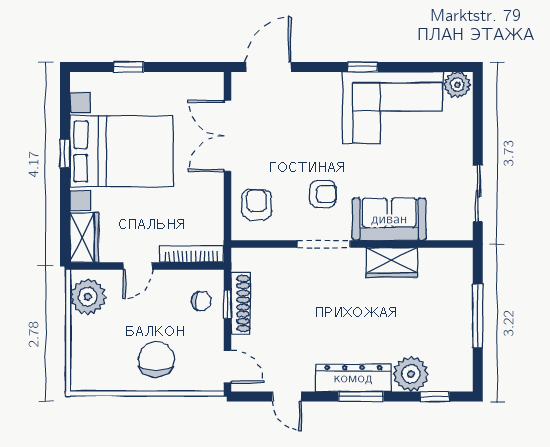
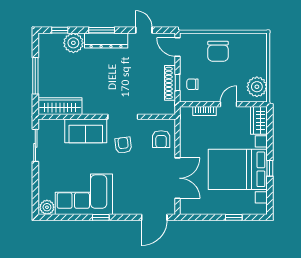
armchair: (323, 194) -> (123, 145), turned 83
bookcase: (191, 254) -> (205, 111), width x0.64
wardrobe: (392, 263) -> (60, 106), moved, width x1.50

